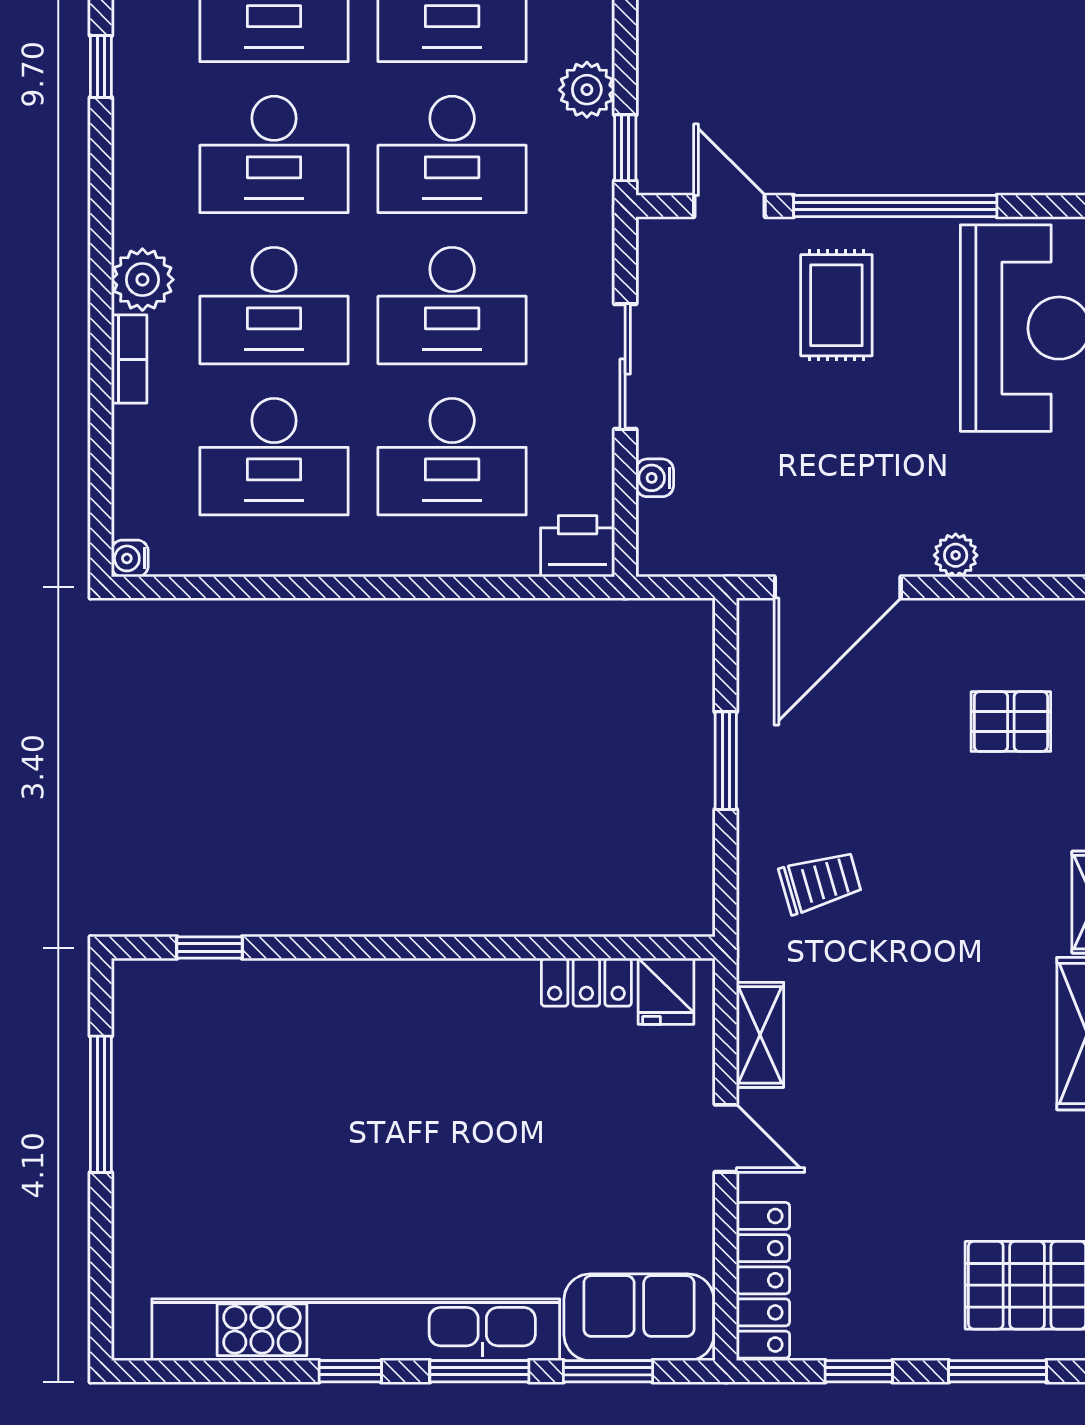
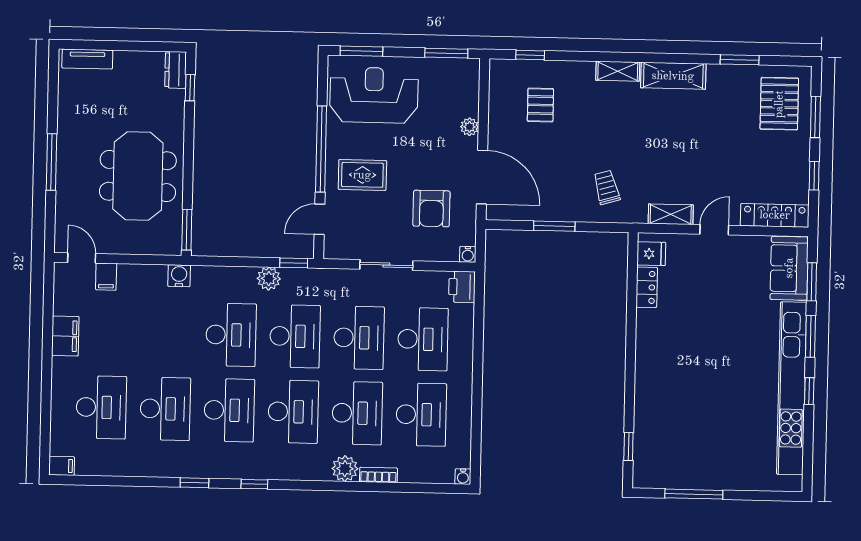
armchair: (761, 470) -> (431, 209), added
water cooler: (655, 478) -> (468, 254), moved

